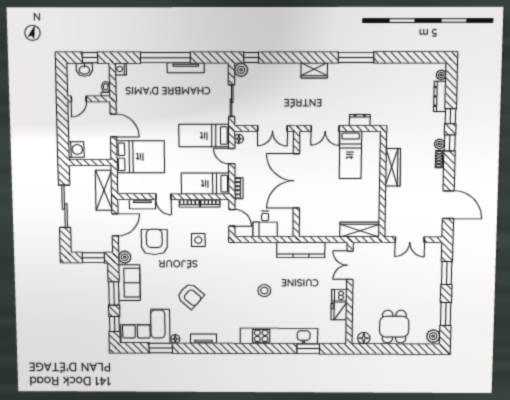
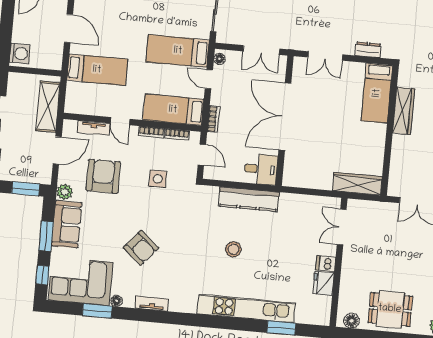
bed: (350, 155) -> (377, 93), moved
bed: (140, 157) -> (97, 70), width x0.67
desk: (265, 224) -> (261, 169), moved, turned -90
kitchen counter: (301, 250) -> (249, 199), moved
dining table: (394, 327) -> (390, 309), turned 90

